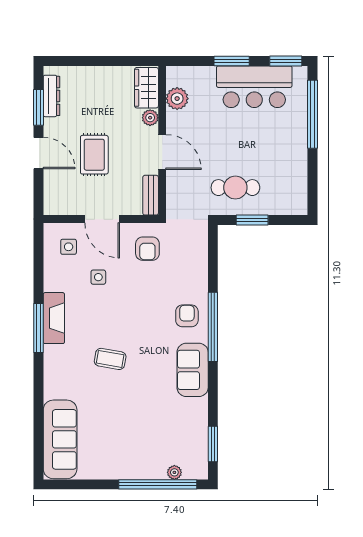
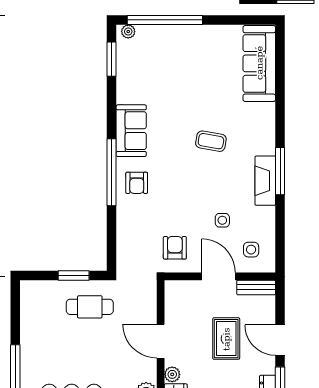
bench: (151, 195) -> (256, 287), moved, turned 90
plant: (174, 472) -> (128, 32), moved

